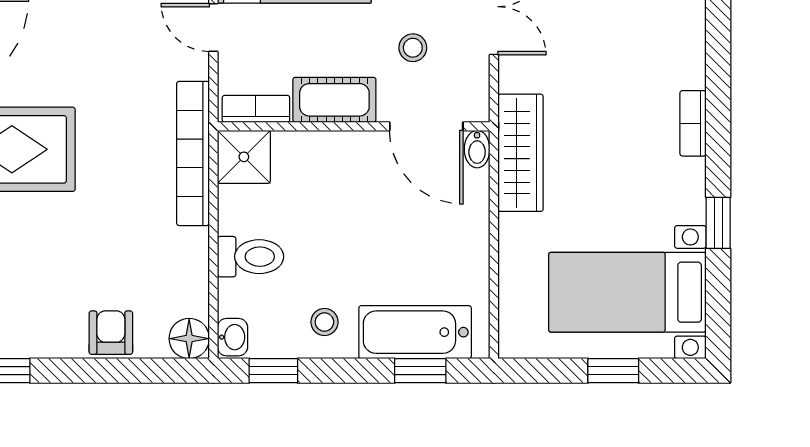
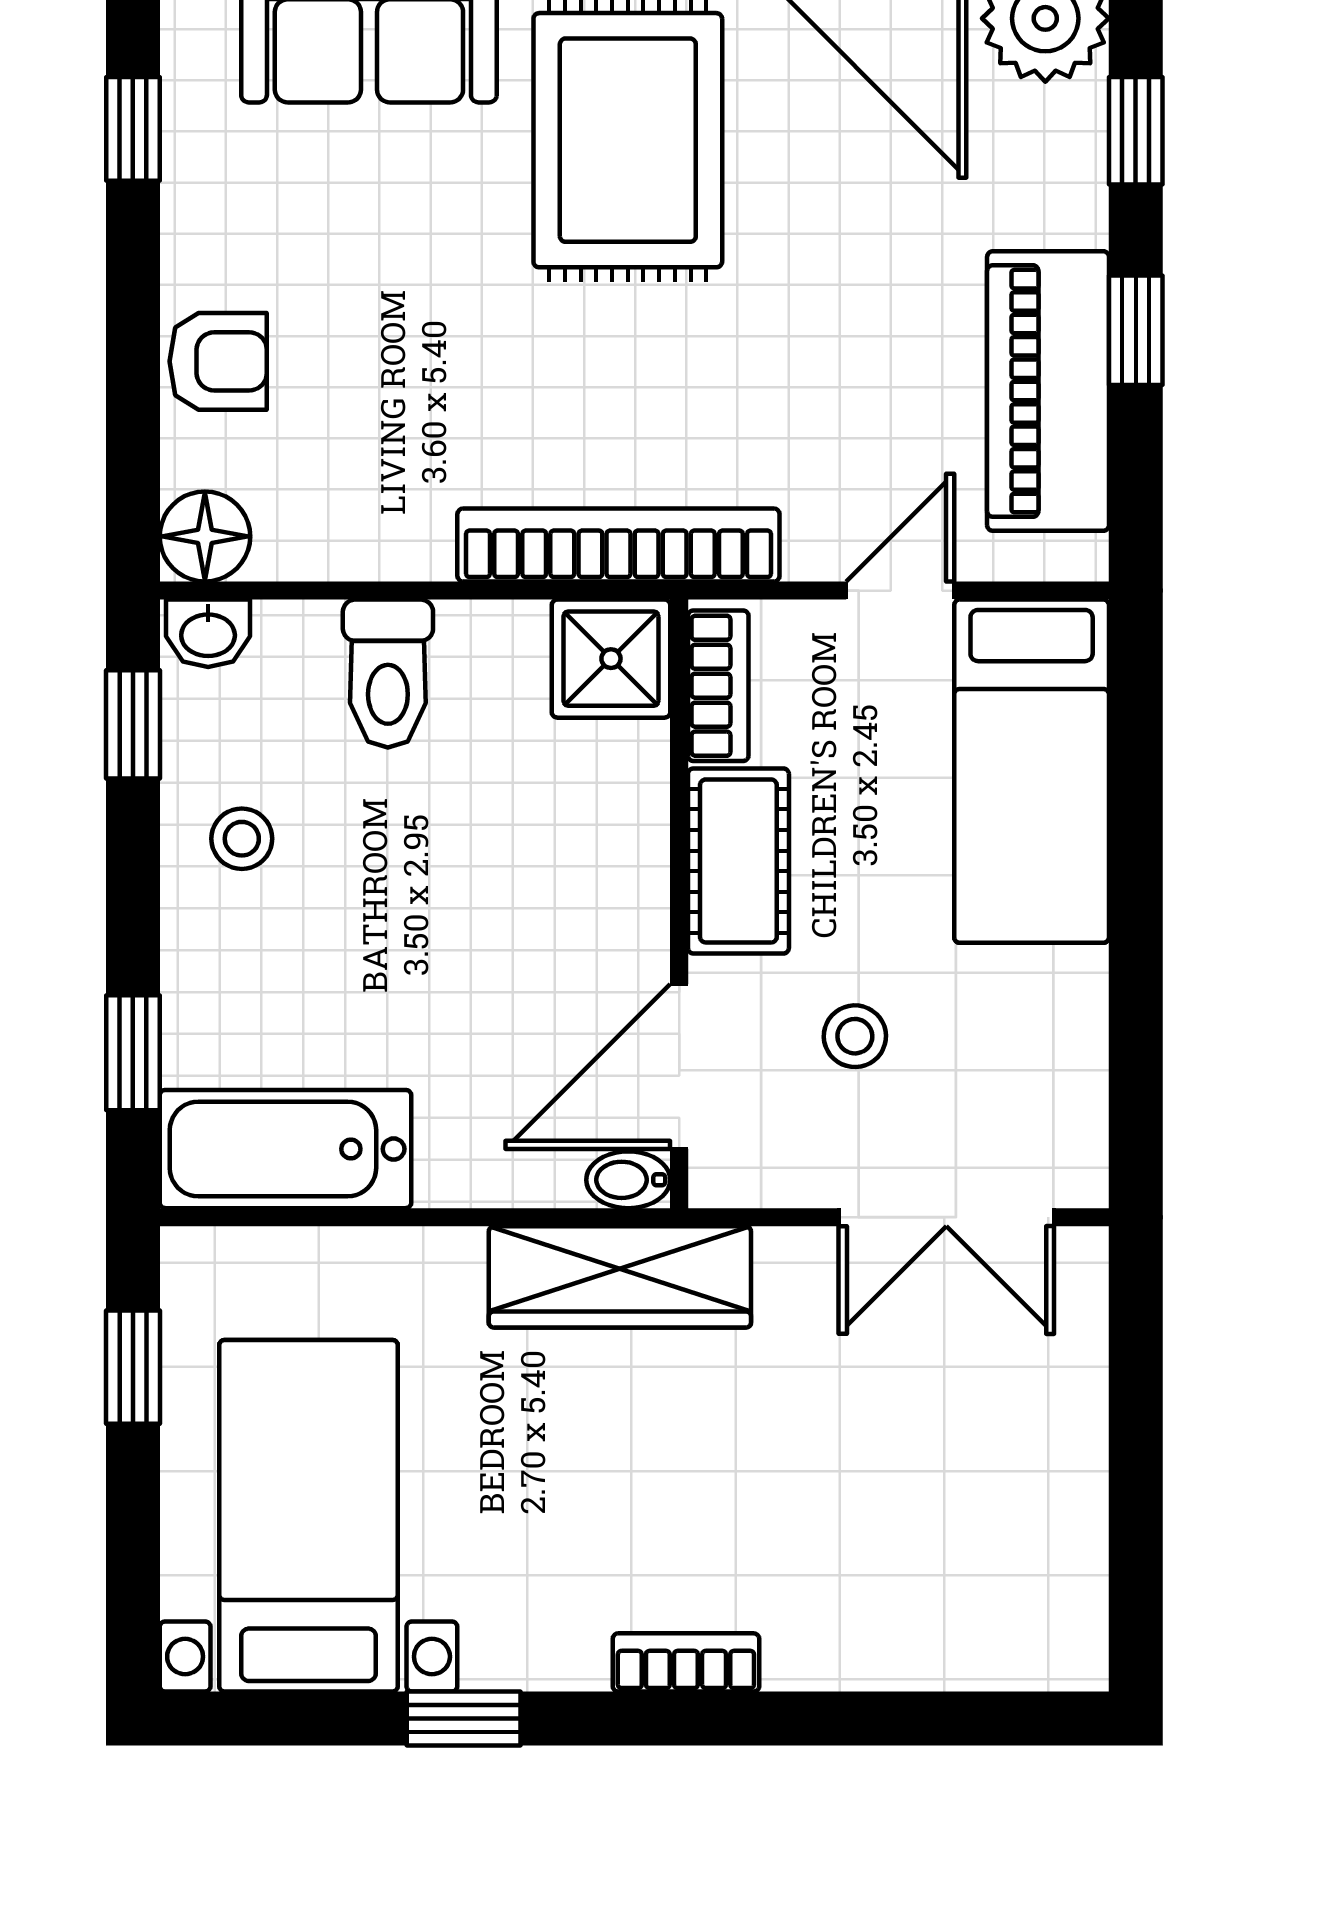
bathtub: (415, 332) -> (286, 1149), moved, turned -90
window: (613, 371) -> (133, 1367), moved

